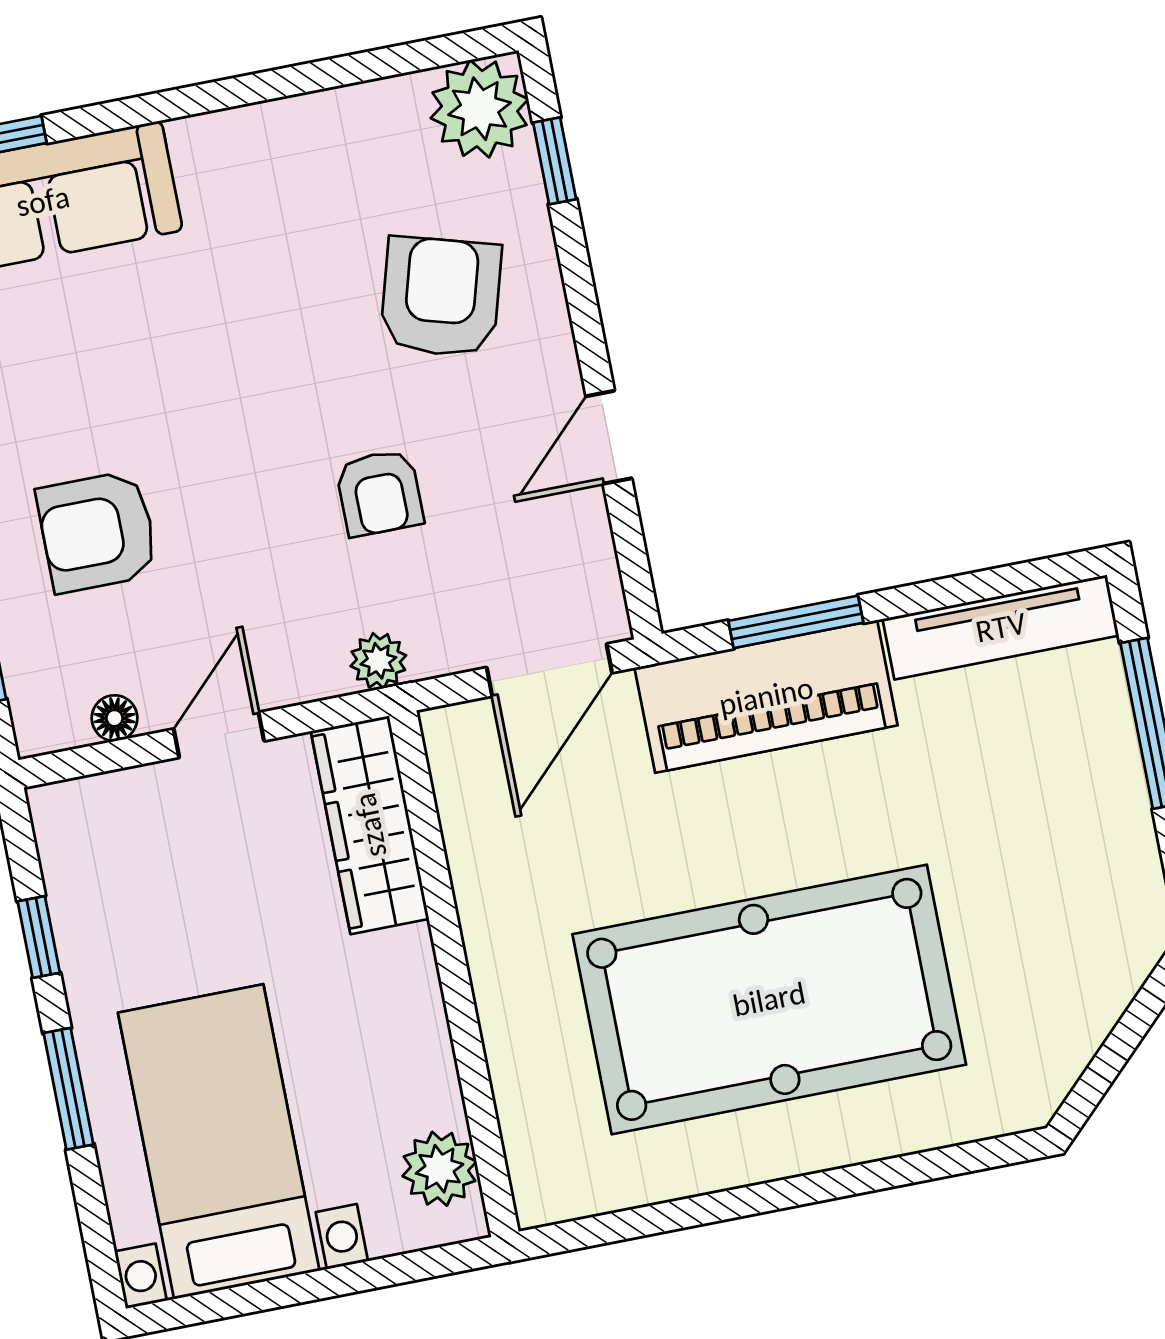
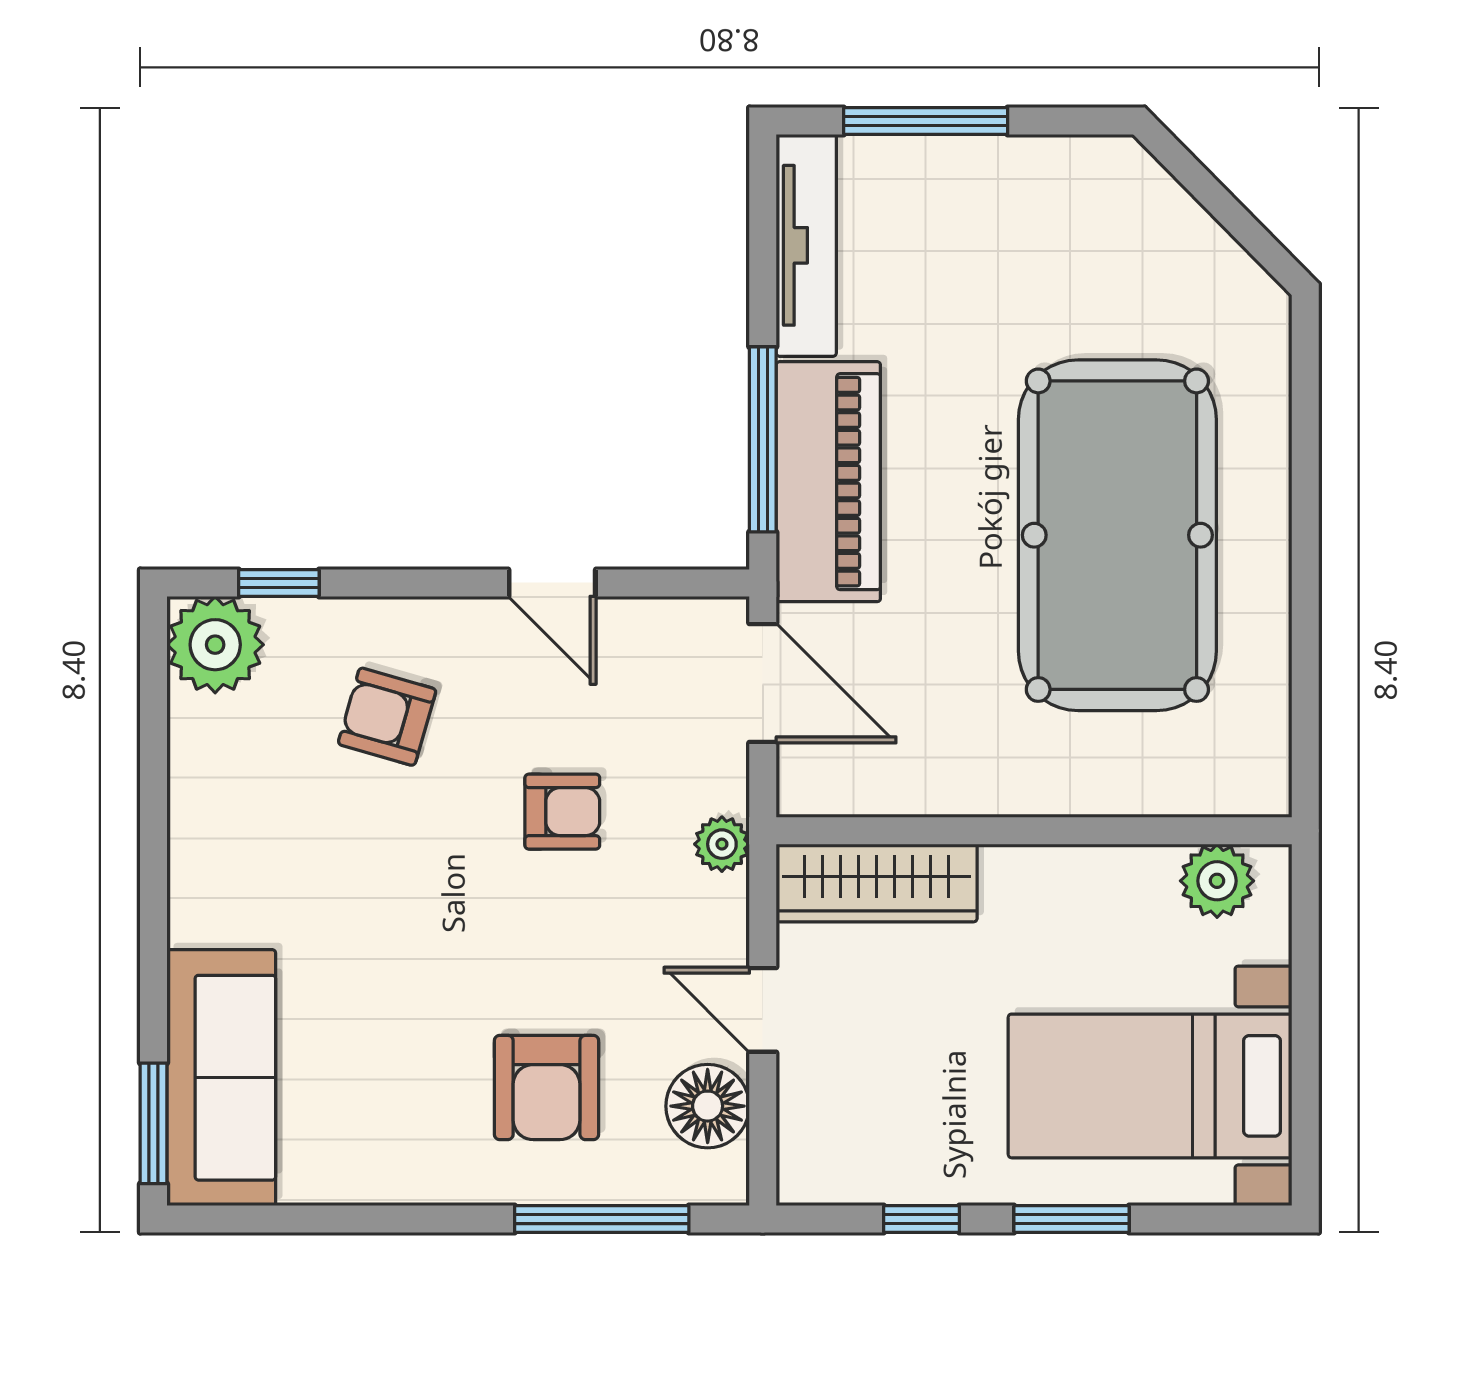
armchair: (441, 297) -> (387, 717), width x0.72, depth x0.72
window: (796, 622) -> (763, 439), width x1.44
floor lamp: (114, 718) -> (708, 1106), width x1.89, depth x1.89

